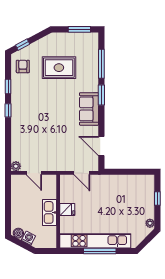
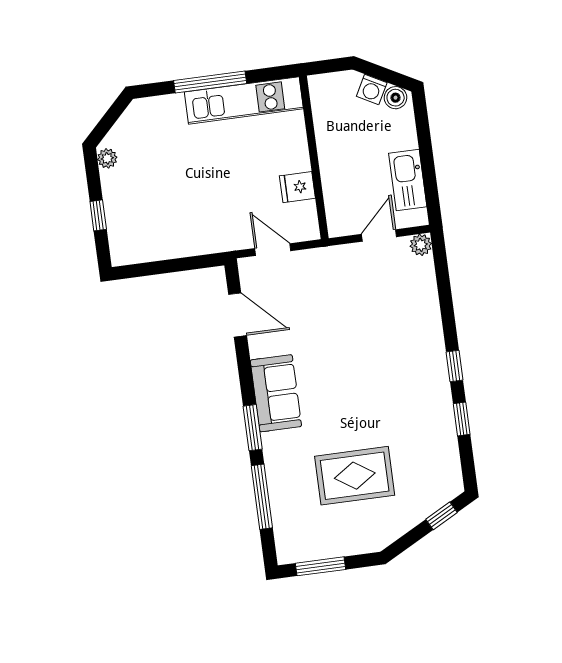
armchair: (23, 66) -> (435, 468), removed
door: (34, 173) -> (379, 235), hinge flipped
fridge: (67, 209) -> (297, 187), moved
kitchen sink: (50, 212) -> (408, 180), moved, turned 180
kitchen unit: (95, 241) -> (244, 100), width x0.73

